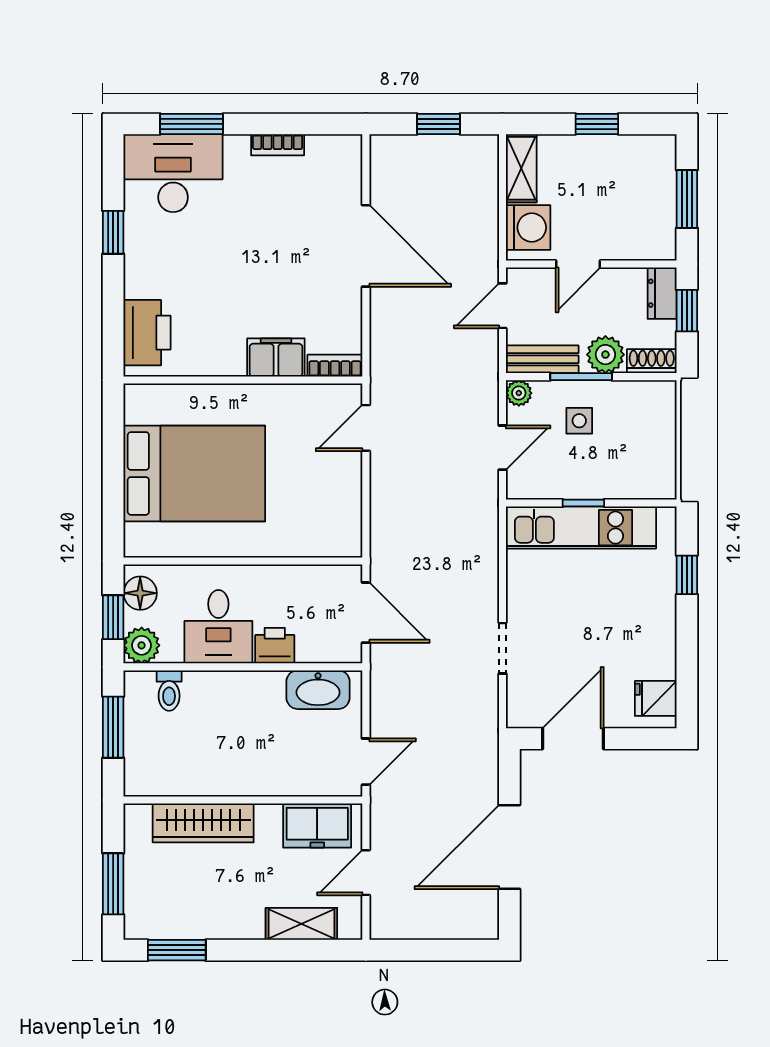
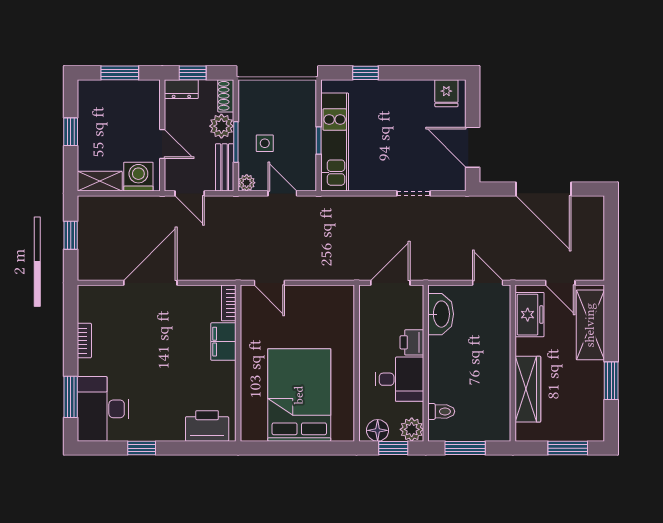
shelving: (301, 924) -> (590, 325), width x1.50, depth x1.33
window: (177, 950) -> (611, 381), moved

